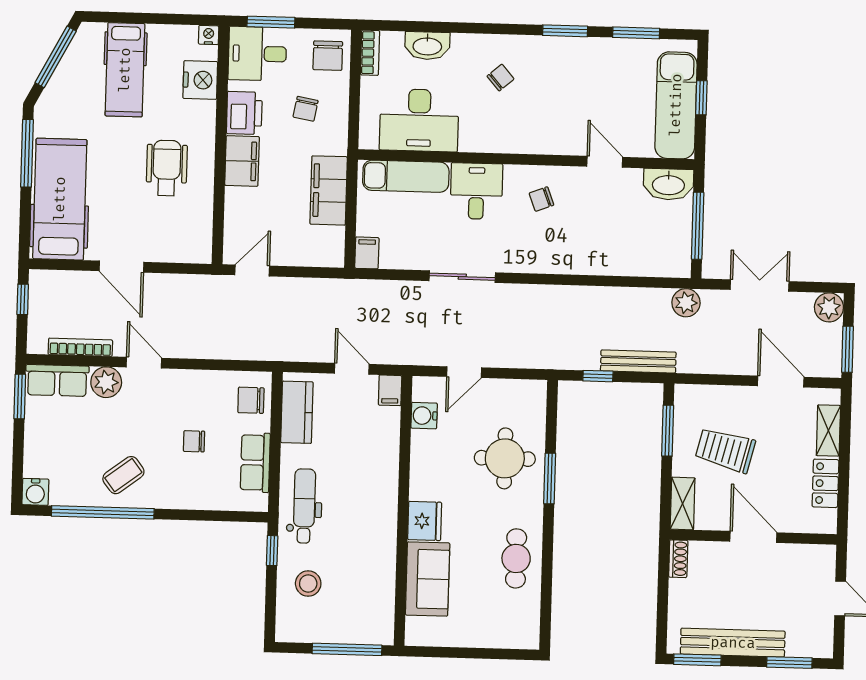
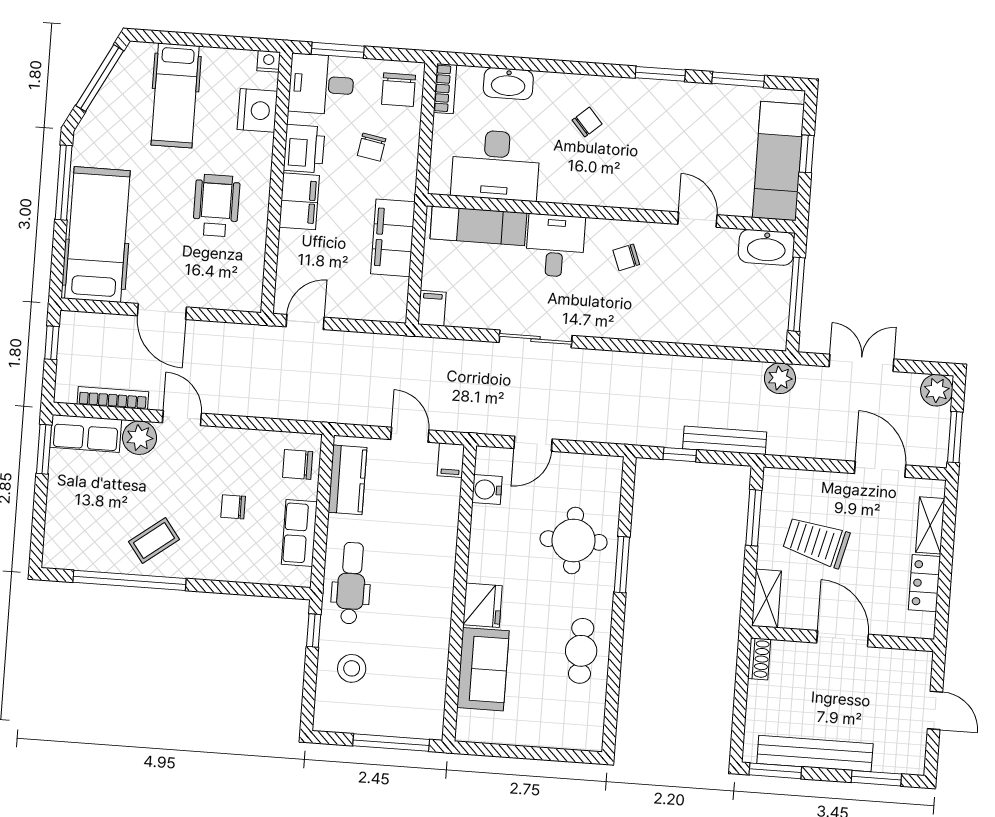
water cooler: (35, 492) -> (57, 555), removed

